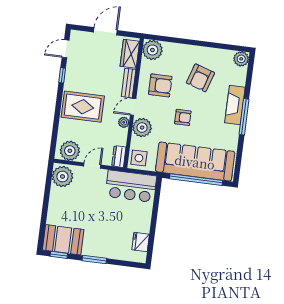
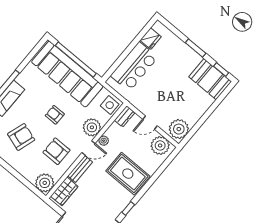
bar counter: (131, 186) -> (134, 67), moved, turned 90

